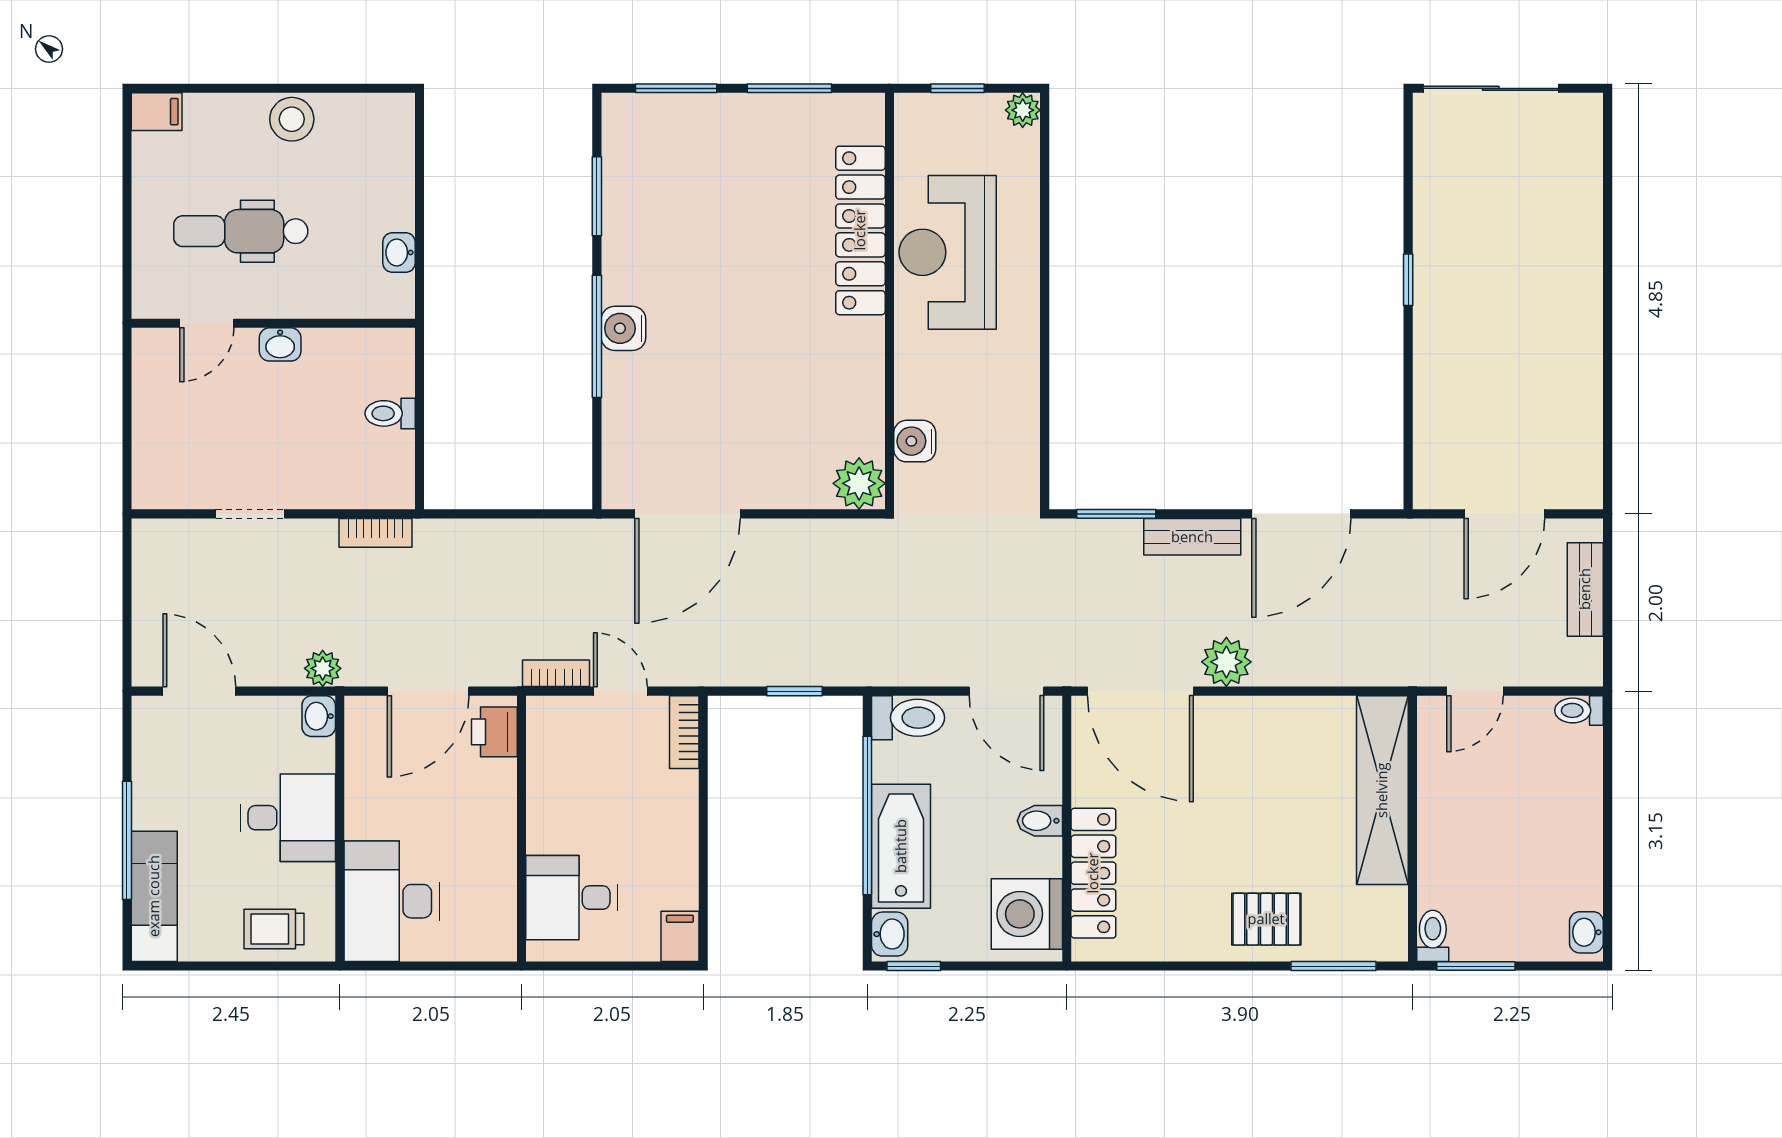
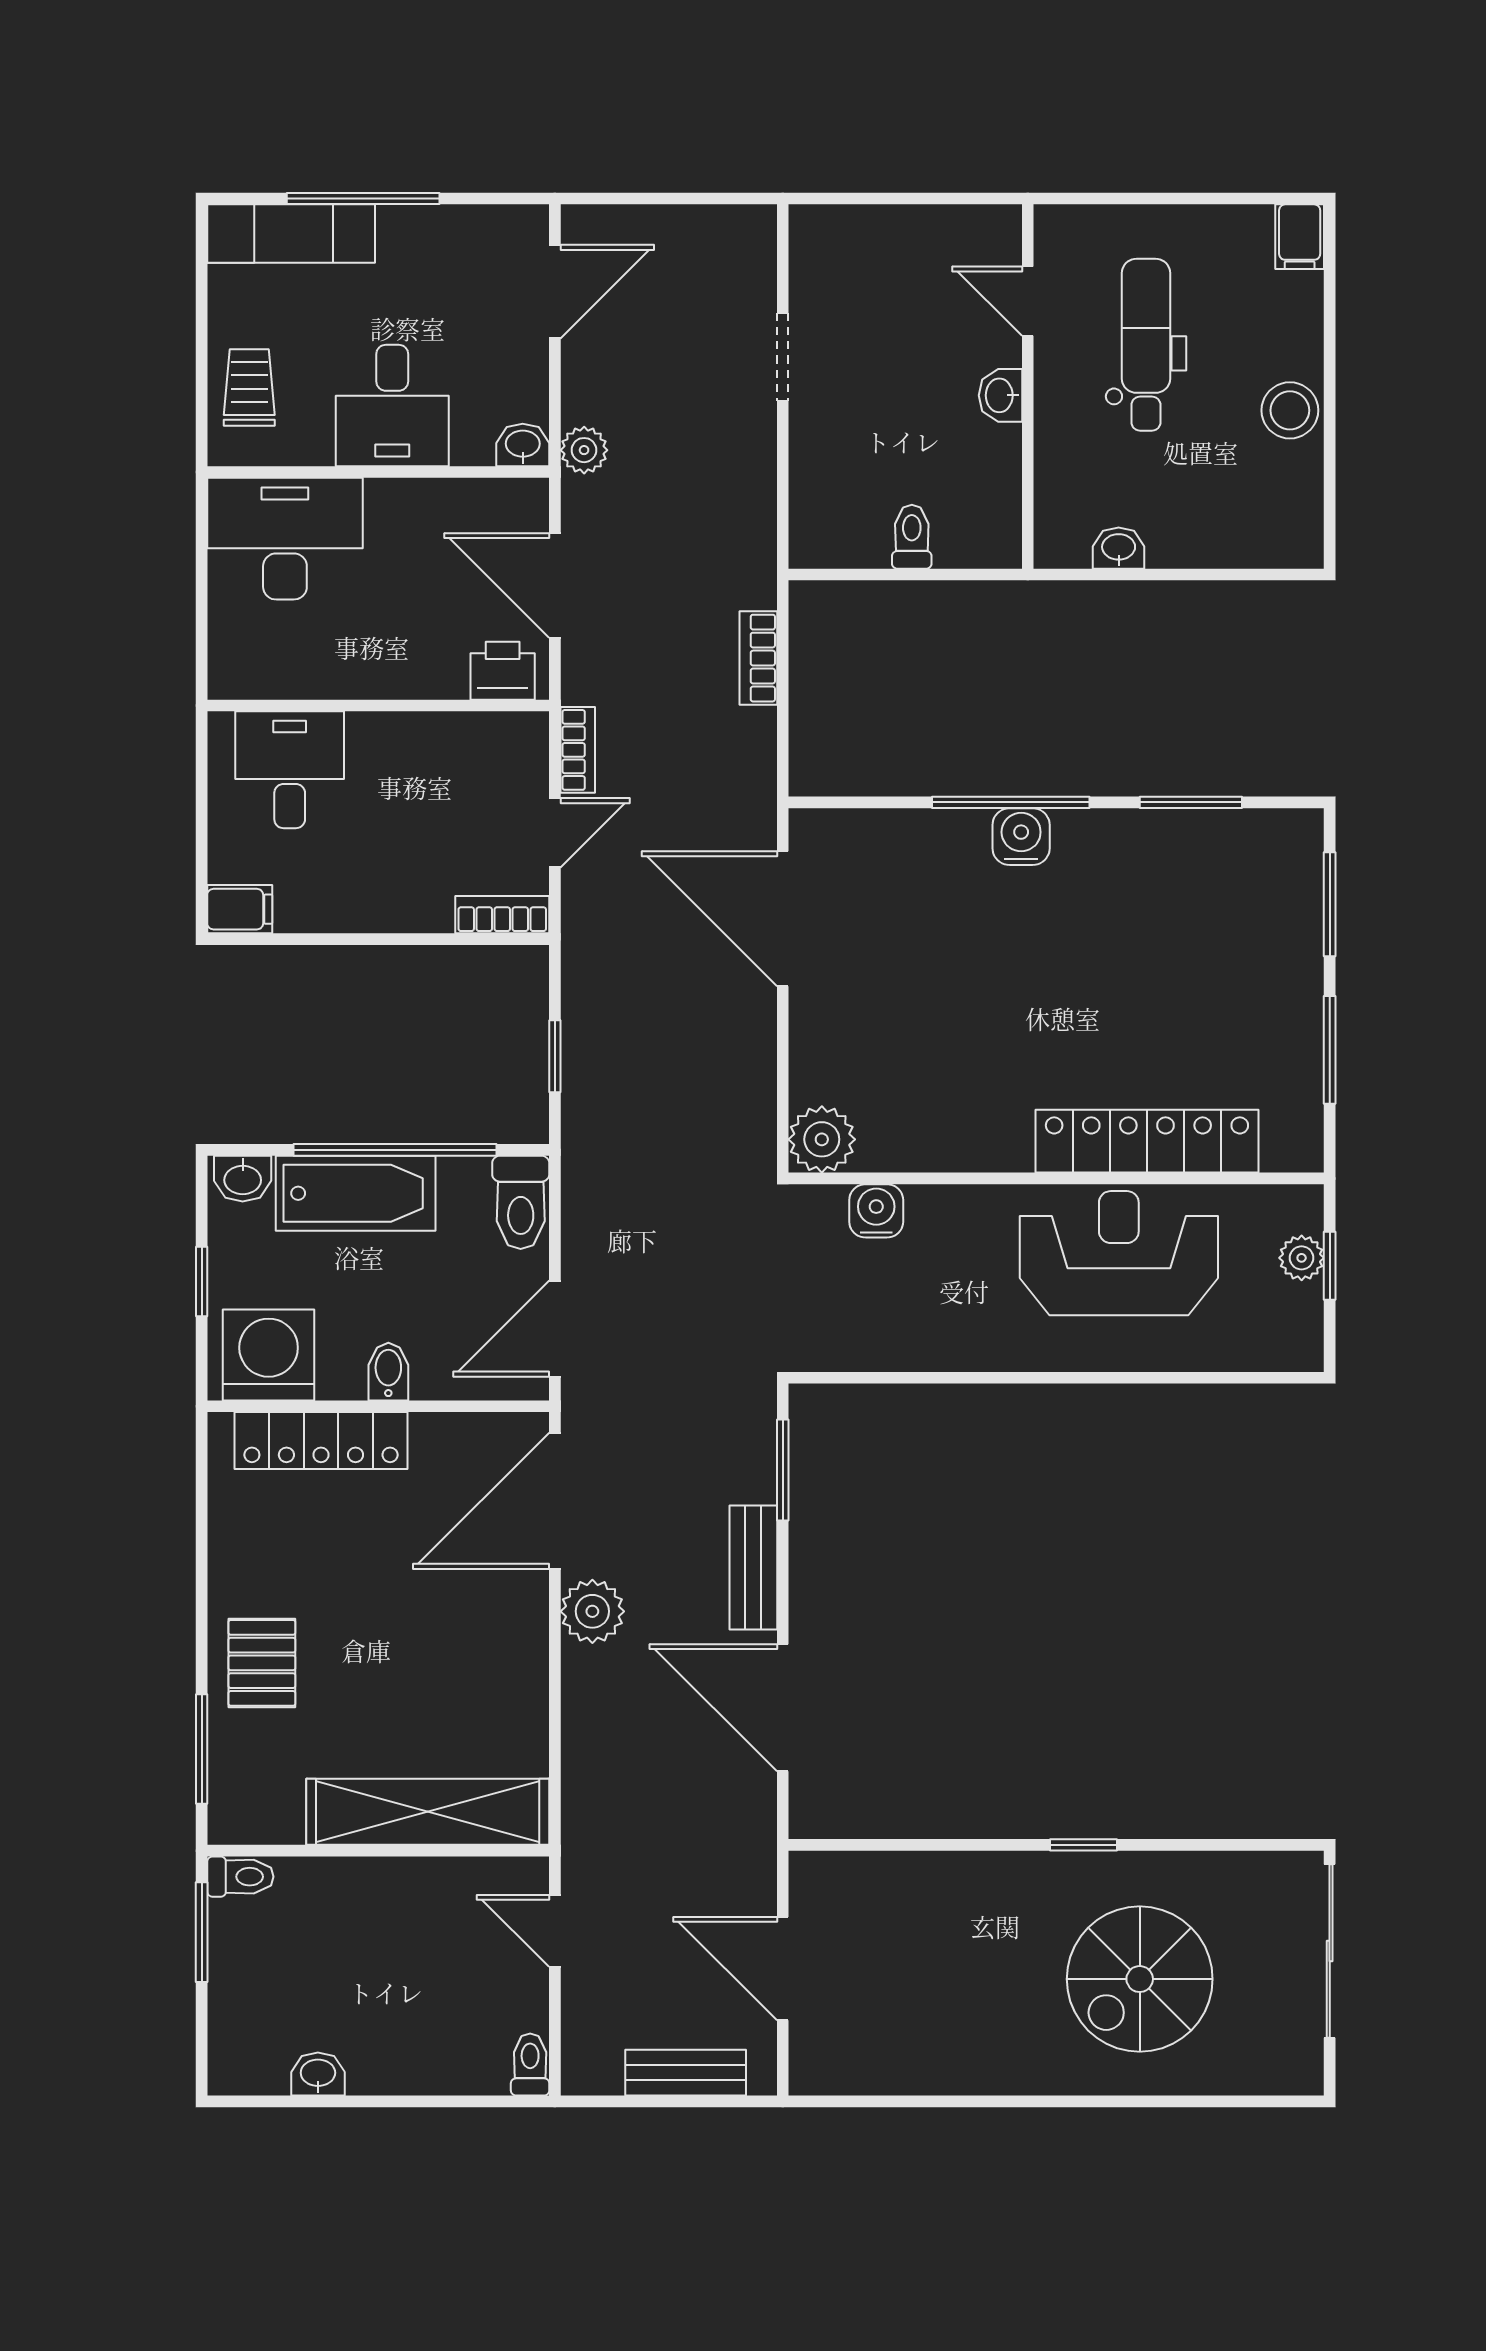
plant: (1023, 110) -> (1302, 1258), moved
spiral stairs: (1512, 236) -> (1140, 1979), added
bookcase: (376, 533) -> (758, 658), moved
washbasin: (1586, 932) -> (318, 2074), moved
window: (914, 966) -> (202, 1282), moved

